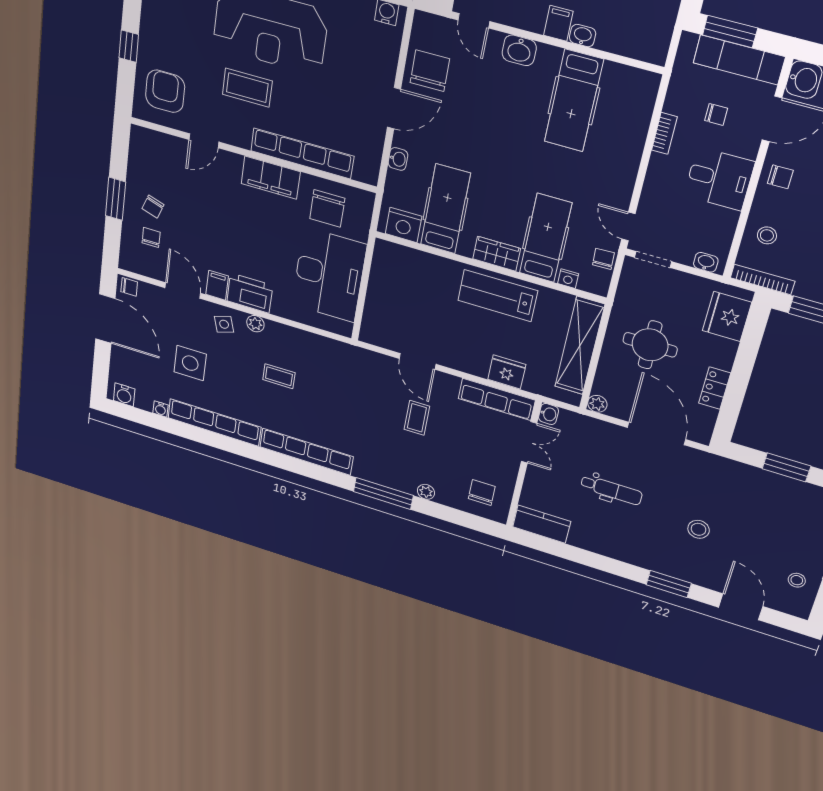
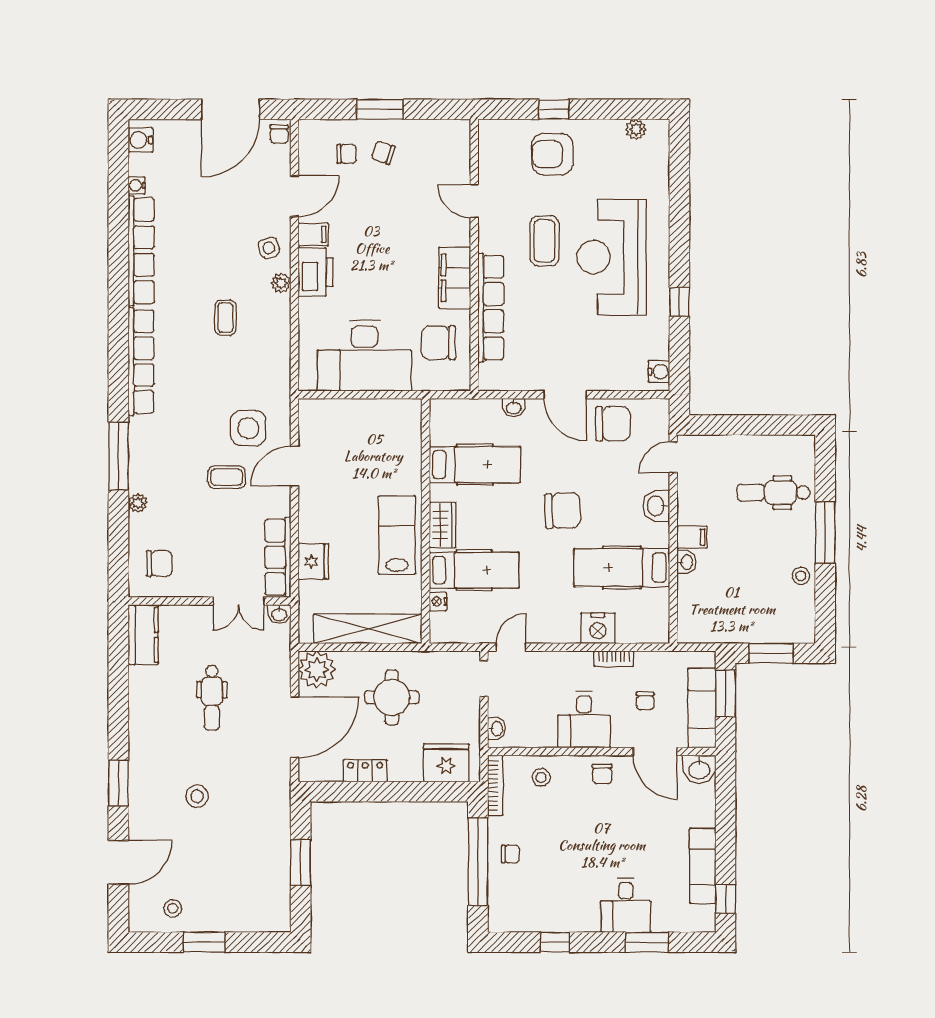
armchair: (165, 91) -> (552, 154), moved, turned 180
nightstand: (404, 225) -> (598, 628), moved, turned -90
chair: (603, 259) -> (563, 511), moved, width x1.87, depth x1.87
side table: (190, 363) -> (248, 428), moved
plant: (597, 404) -> (317, 670), width x1.87, depth x1.87

